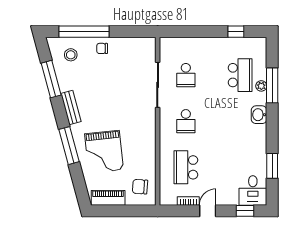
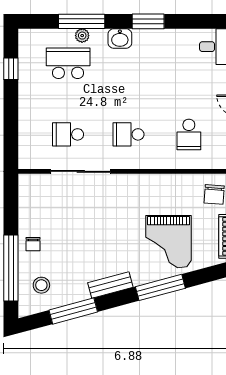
school desk: (186, 75) -> (68, 134), turned 180
school desk: (186, 121) -> (128, 134), turned 180
grand piano: (104, 152) -> (169, 242), turned 96
window: (272, 166) -> (148, 21), moved
school desk: (186, 167) -> (189, 134), width x0.54

